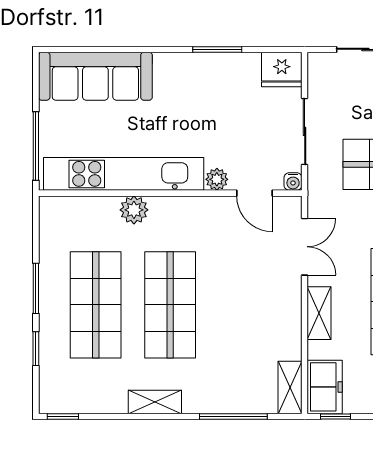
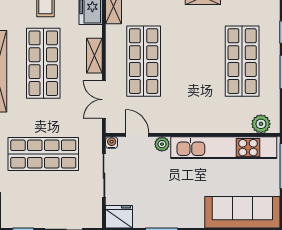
plant: (134, 210) -> (261, 124), moved
shop shelf: (170, 305) -> (144, 61), moved

